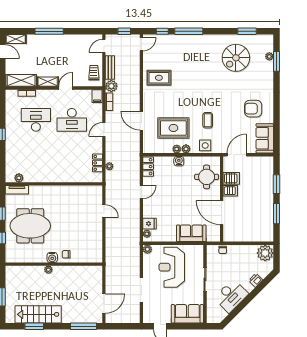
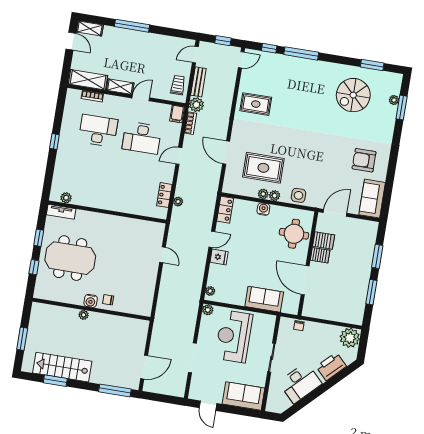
coffee table: (208, 120) -> (307, 165), removed
fridge: (150, 224) -> (219, 257), moved
printer: (256, 280) -> (331, 367), width x1.87, depth x1.48

